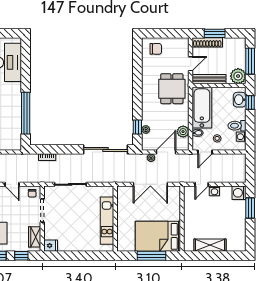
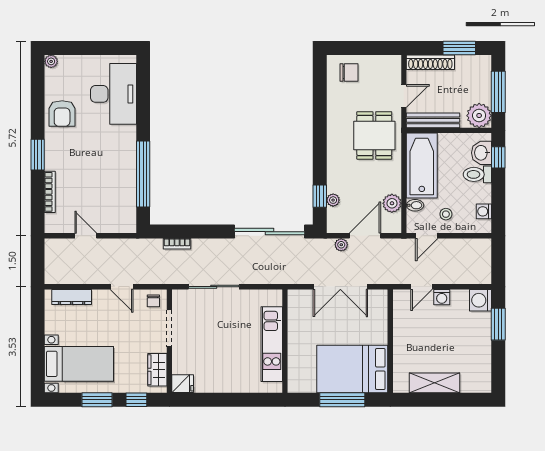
window: (215, 33) -> (459, 48), moved
toilet: (237, 126) -> (477, 174), moved

